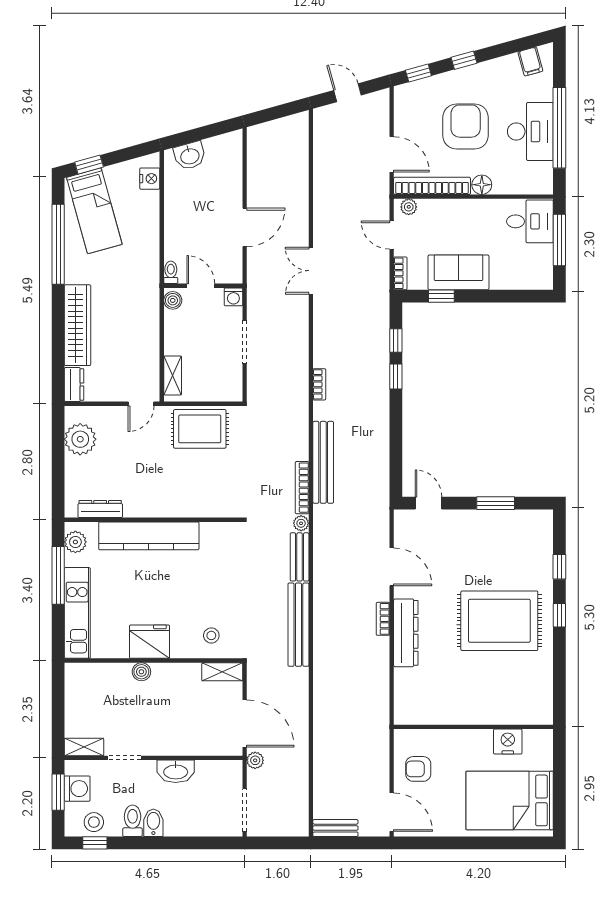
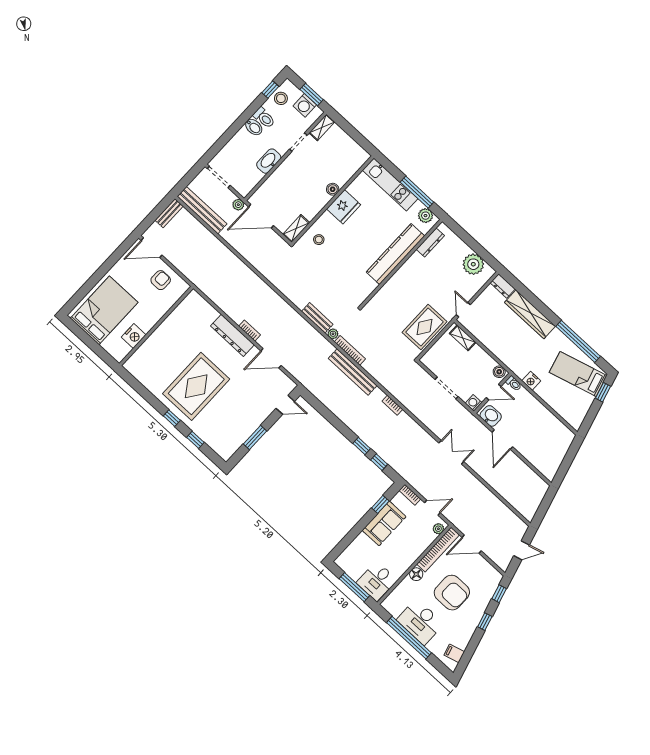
washbasin: (190, 156) -> (491, 416), moved, turned 106
nightstand: (150, 179) -> (531, 381), moved
bench: (298, 625) -> (202, 210), moved

